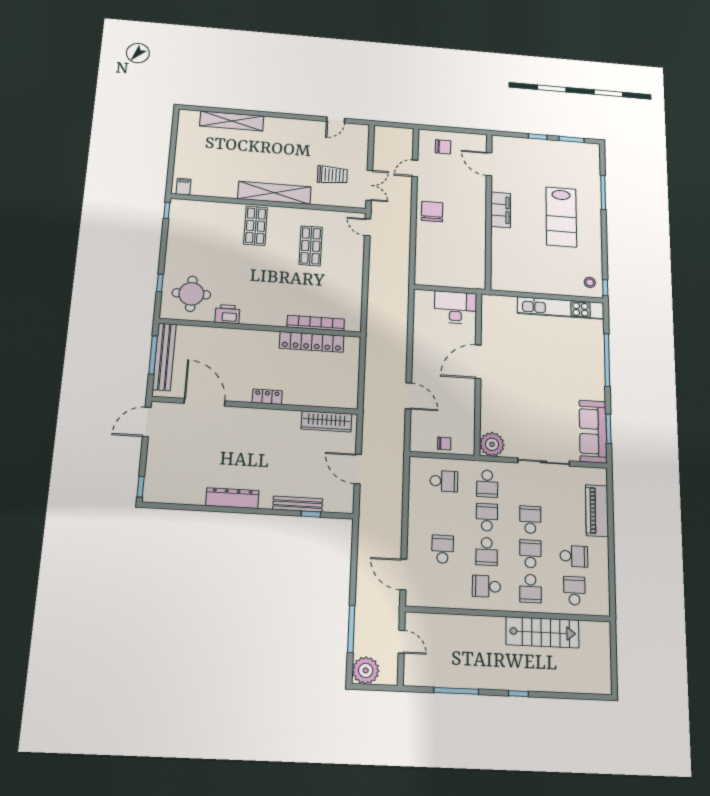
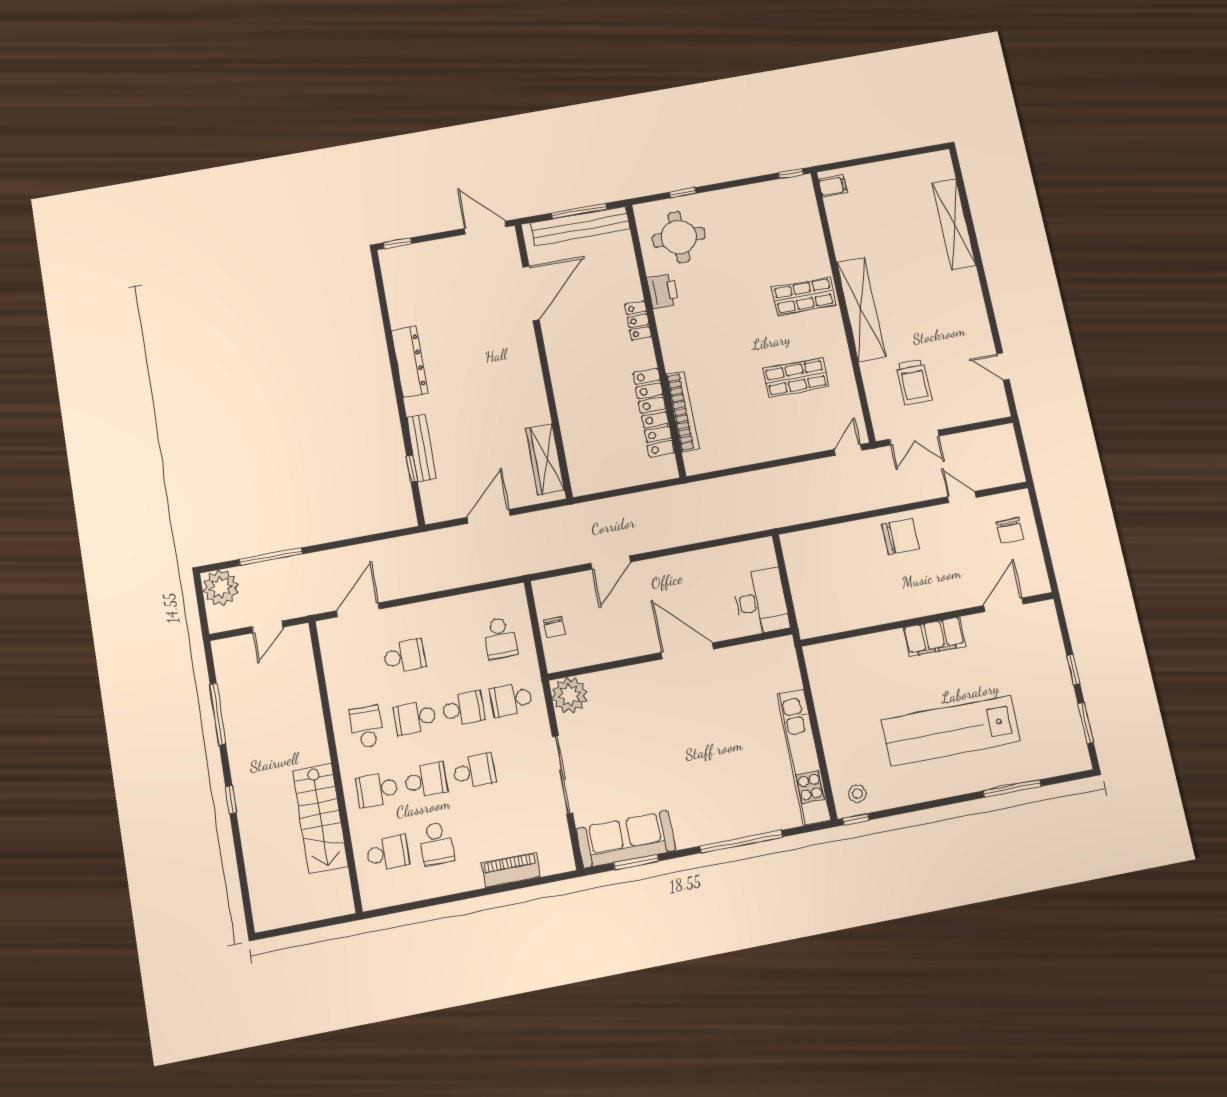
lab bench: (561, 217) -> (951, 731), width x1.36
locker: (267, 397) -> (638, 321), moved, turned 180
piano: (597, 511) -> (511, 870), width x0.73, depth x0.75

